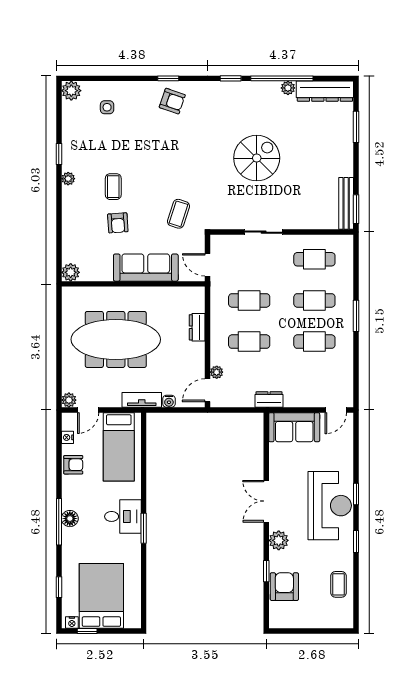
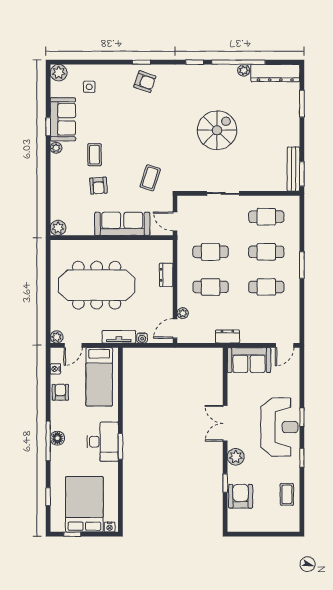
sofa: (76, 145) -> (63, 119), added
armchair: (73, 465) -> (60, 392), turned -90
desk: (123, 516) -> (103, 442), width x1.37
nightstand: (72, 623) -> (110, 527), moved

